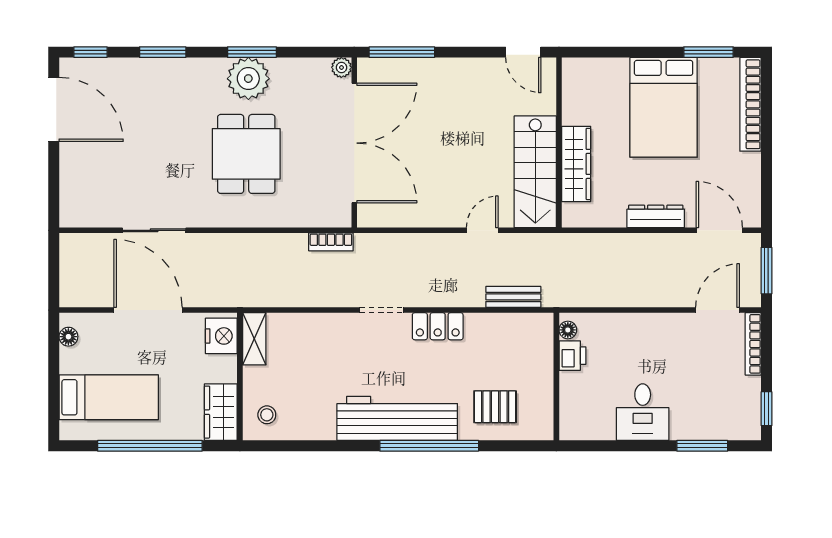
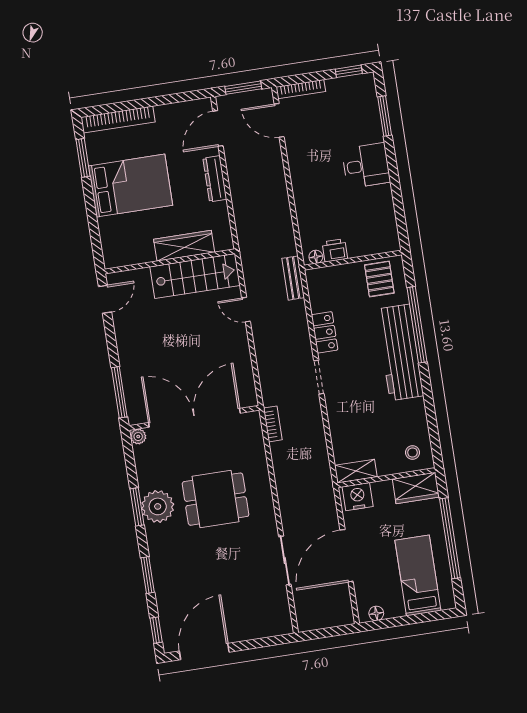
floor lamp: (568, 330) -> (316, 257), moved
printer: (572, 356) -> (335, 250), moved
wall: (556, 377) -> (353, 260), moved

